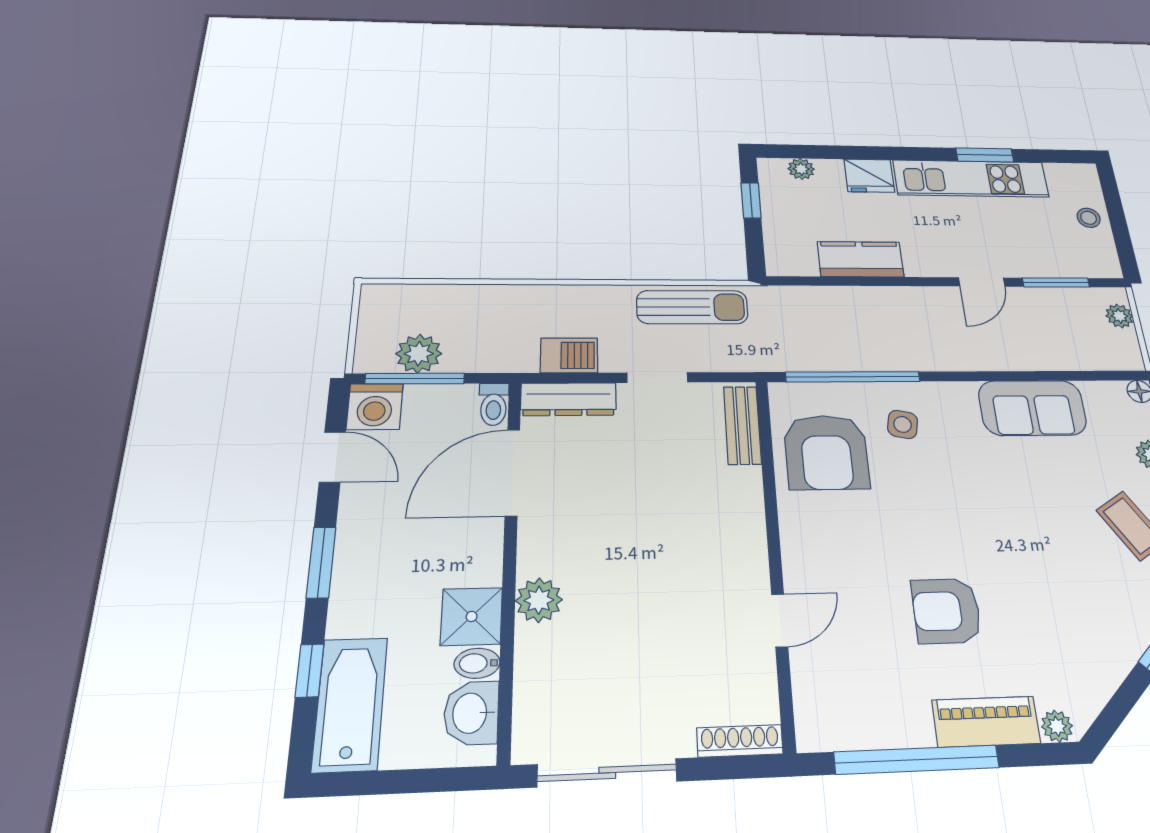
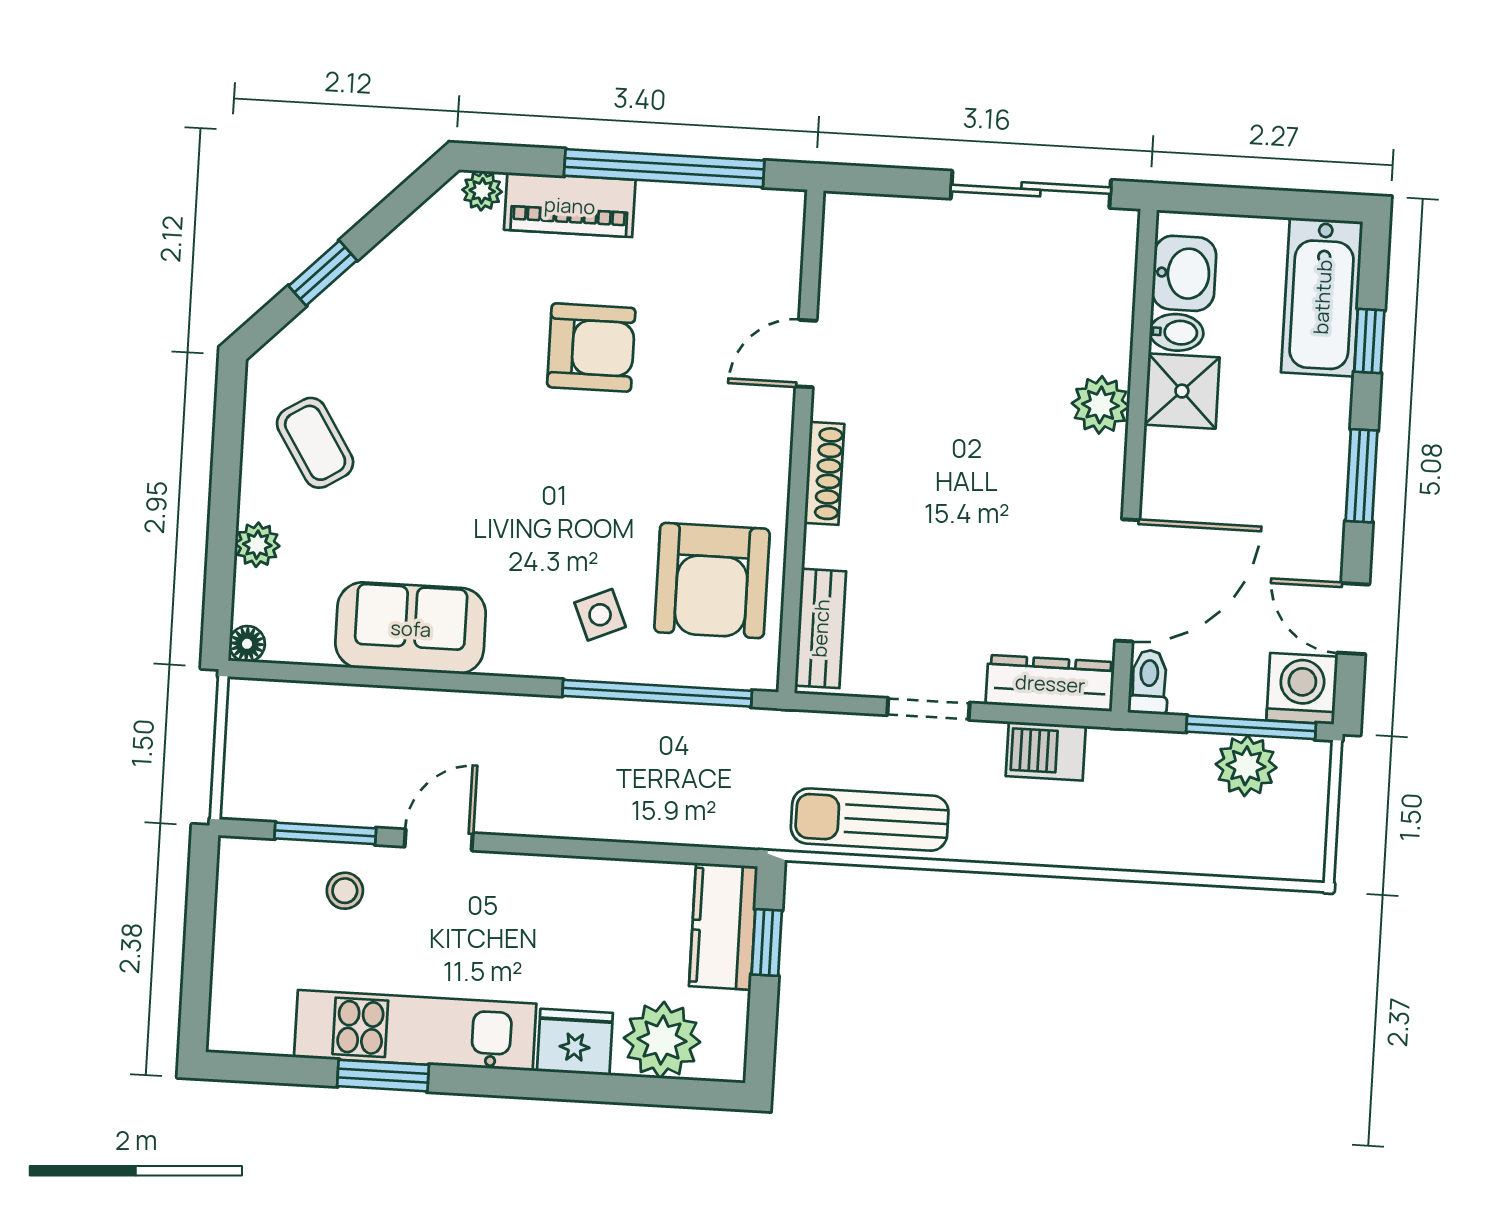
plant: (801, 169) -> (662, 1040), width x1.87, depth x1.87
window: (751, 200) -> (767, 942), moved
stool: (1089, 218) -> (345, 891), moved
kitchen counter: (860, 259) -> (723, 926), moved, turned 90
plant: (1119, 316) -> (243, 770), removed
side table: (903, 424) -> (600, 615), turned -35
armchair: (826, 452) -> (712, 581), turned 180
shoe rack: (740, 741) -> (824, 473), moved, turned -90

